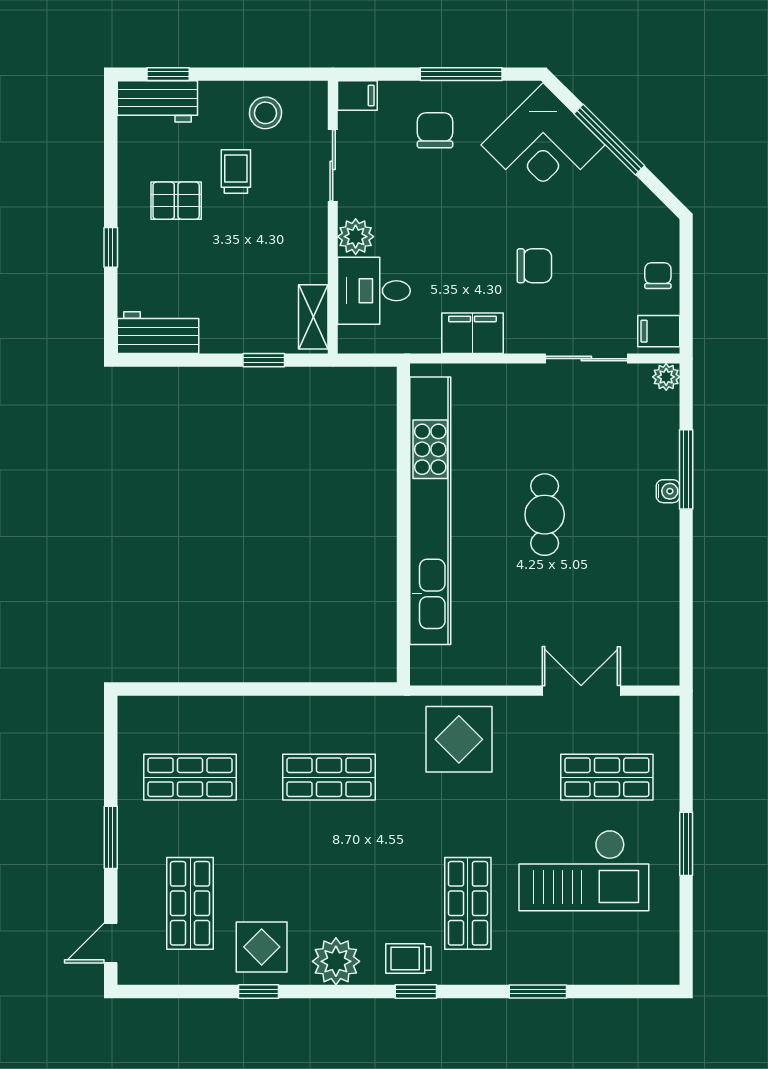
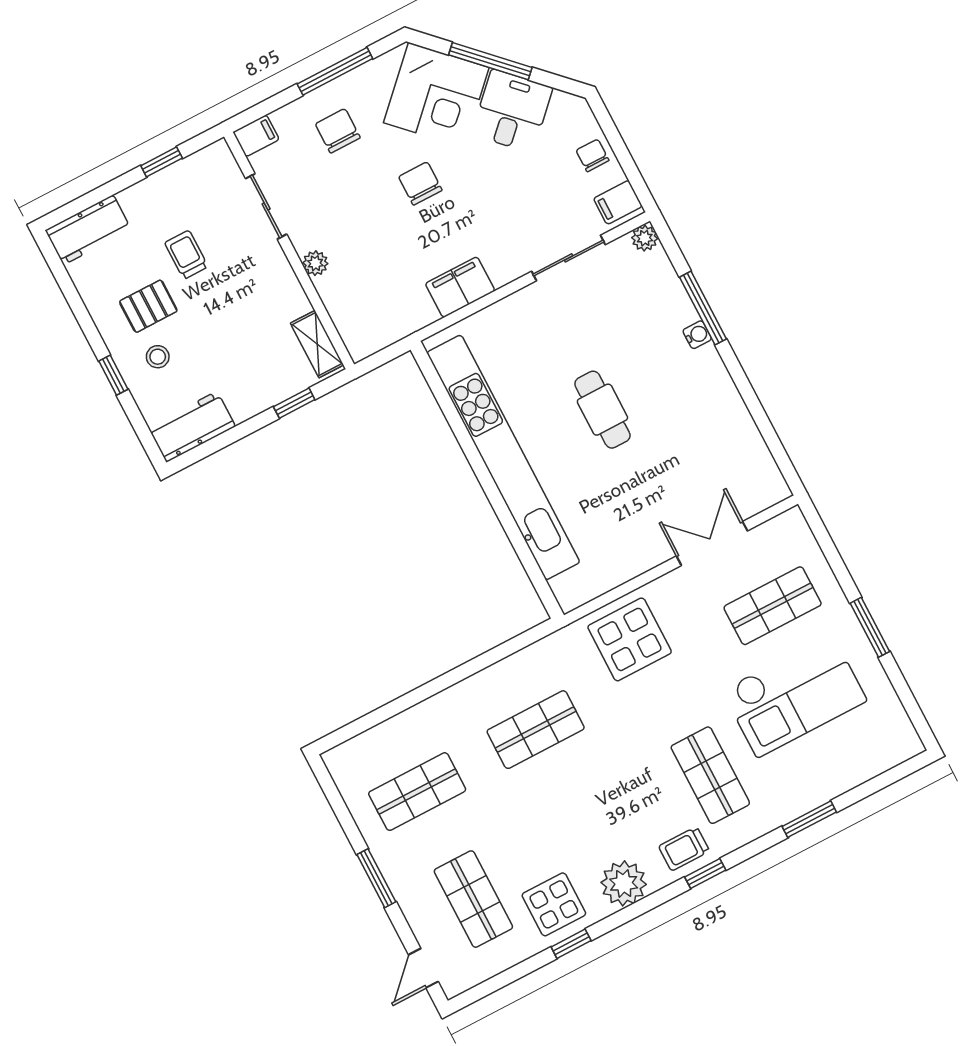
window: (168, 74) -> (162, 162), moved
stool: (265, 113) -> (158, 357), moved, width x0.73, depth x0.73
plant: (356, 237) -> (315, 263), width x0.73, depth x0.73
chair: (534, 266) -> (420, 183), moved, turned -90
desk: (374, 291) -> (512, 111), moved, turned 135

